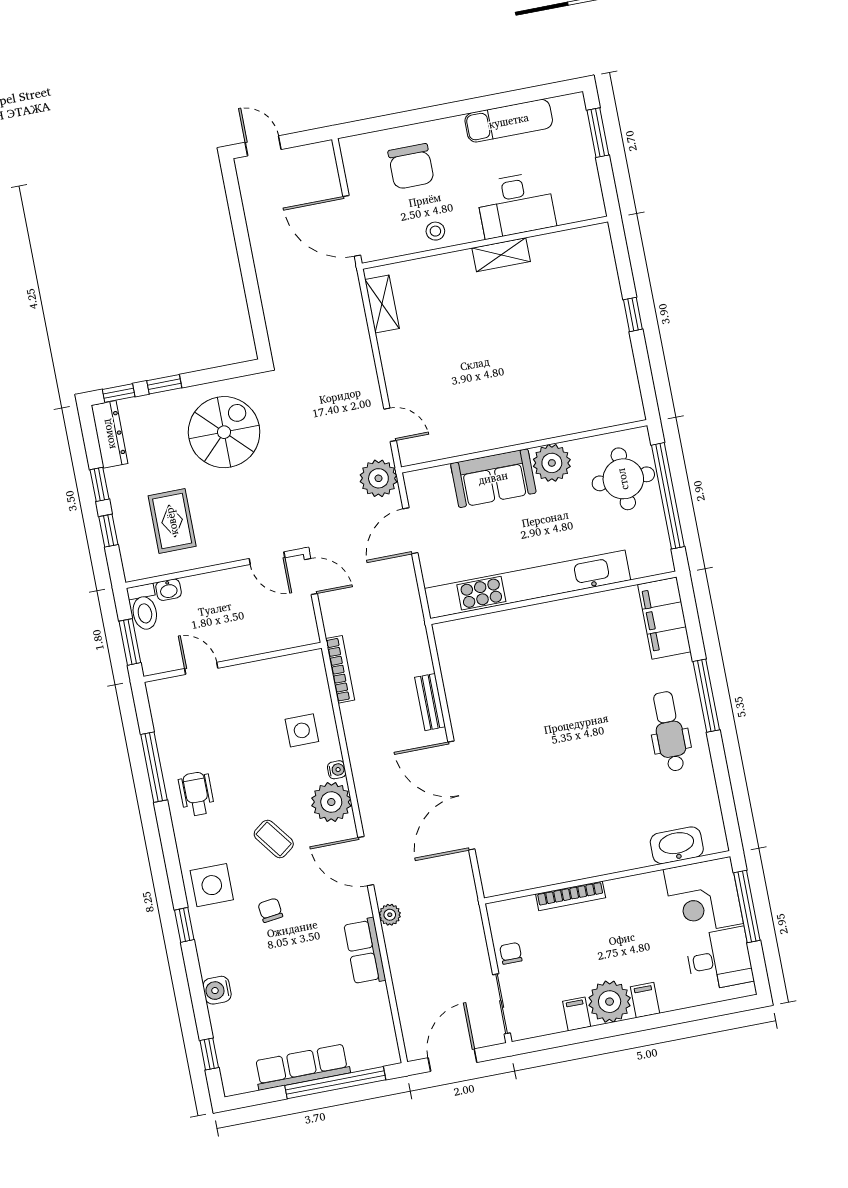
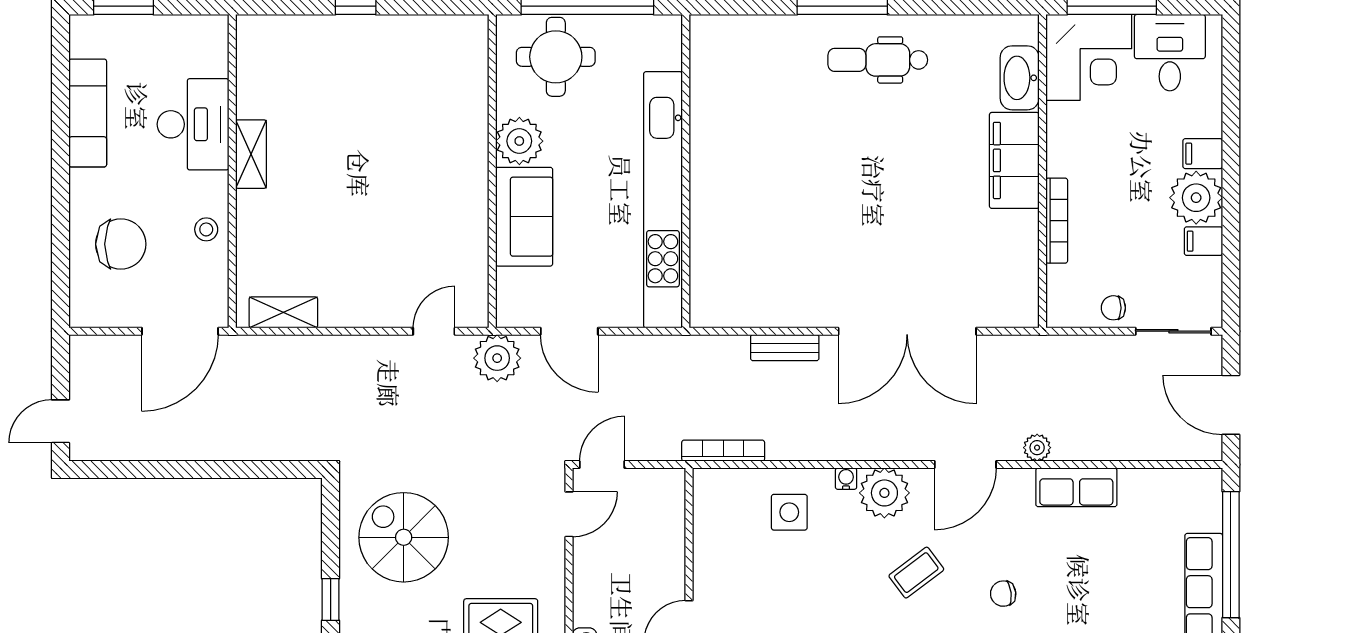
filing cabinet: (664, 618) -> (1014, 160), moved, turned 90

